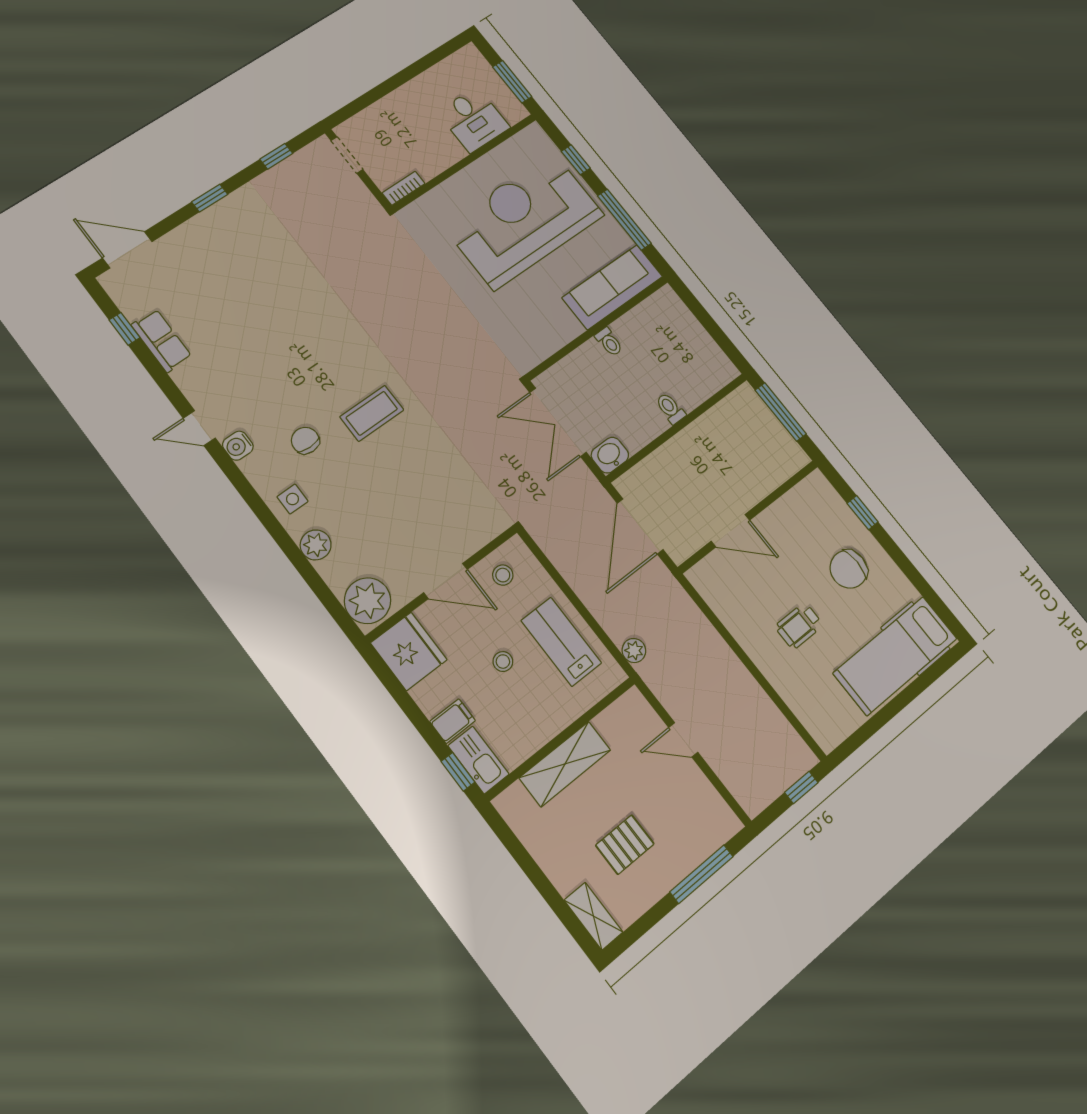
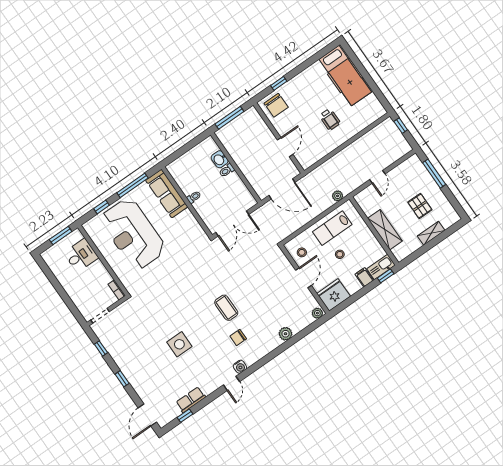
washbasin: (610, 455) -> (220, 159), moved
side table: (292, 499) -> (179, 344), moved, width x1.87, depth x1.87
chair: (849, 569) -> (276, 105), moved
plant: (367, 601) -> (317, 313), width x0.53, depth x0.53
shelving: (593, 916) -> (431, 233), moved

